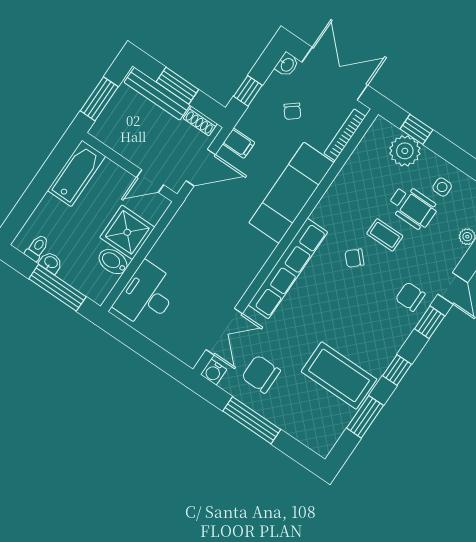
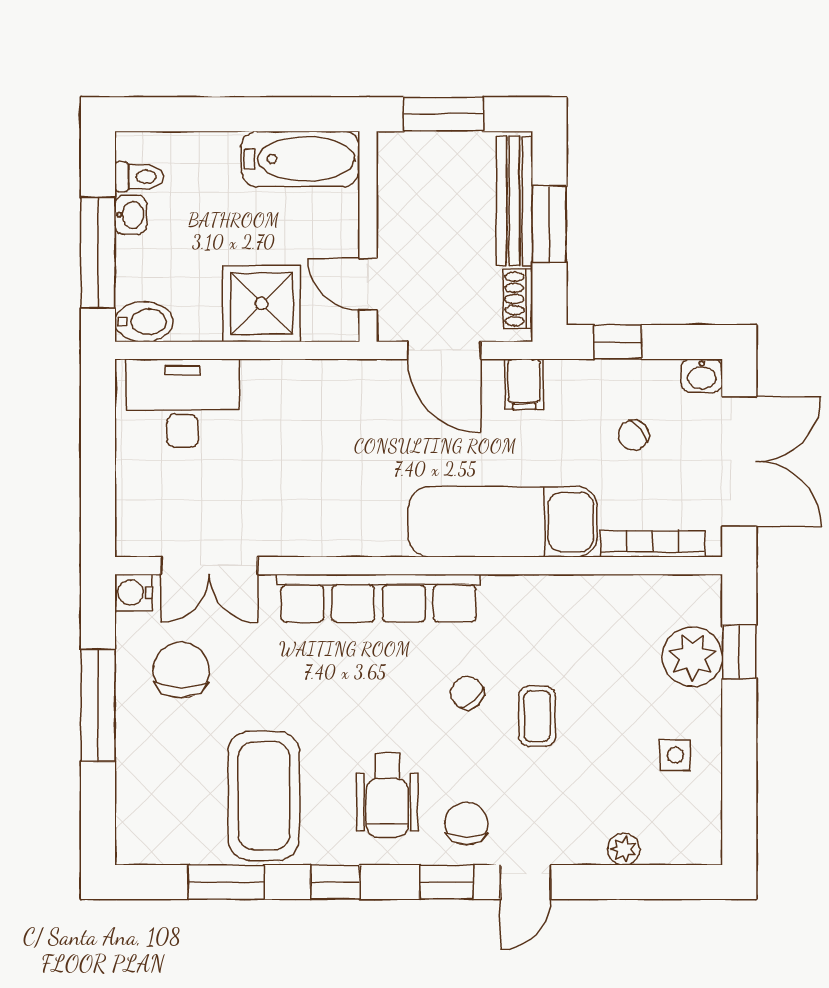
wheelchair: (413, 207) -> (387, 795), moved
bidet: (113, 262) -> (144, 322), moved, turned 90

